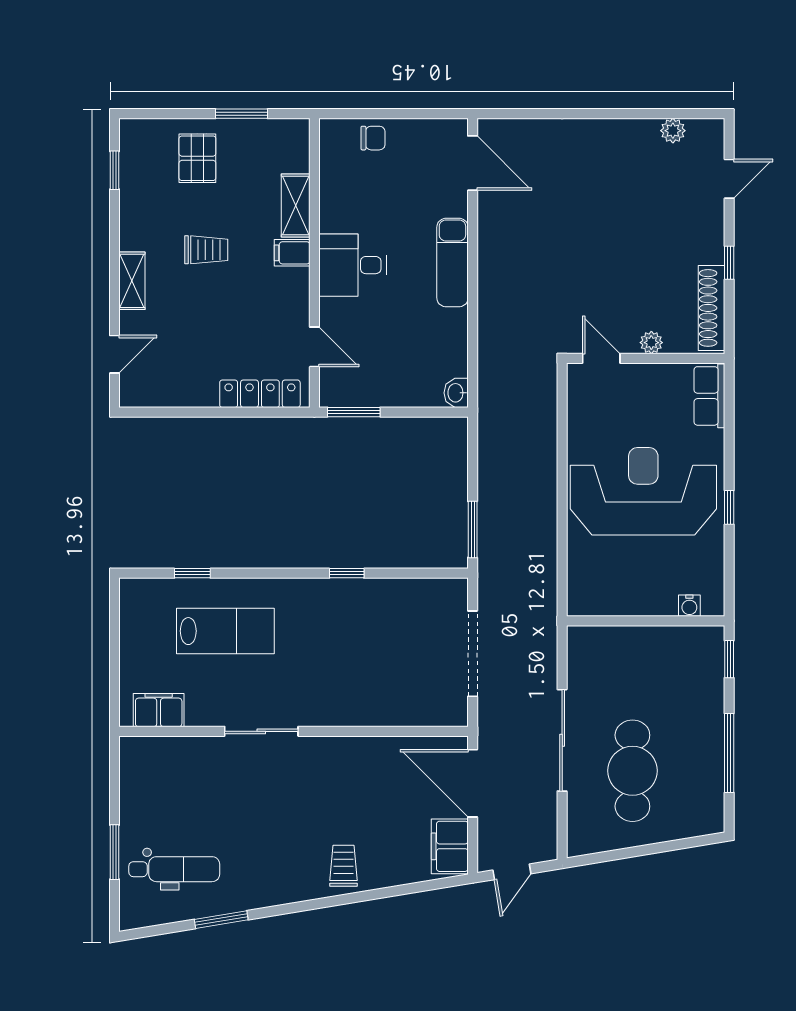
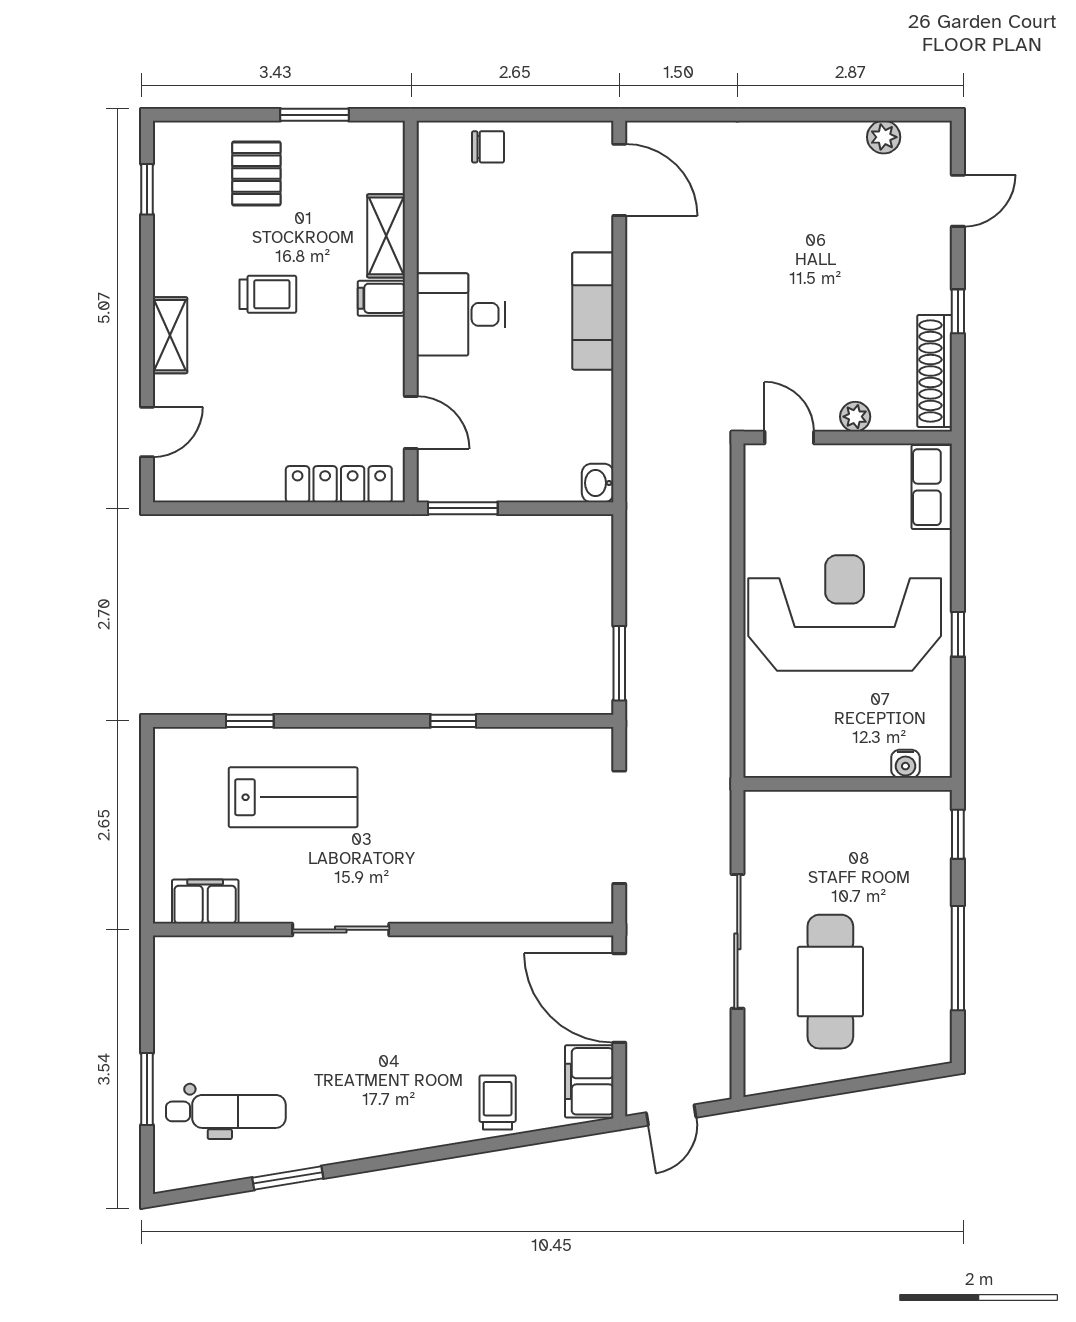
trolley: (343, 866) -> (498, 1102), moved

